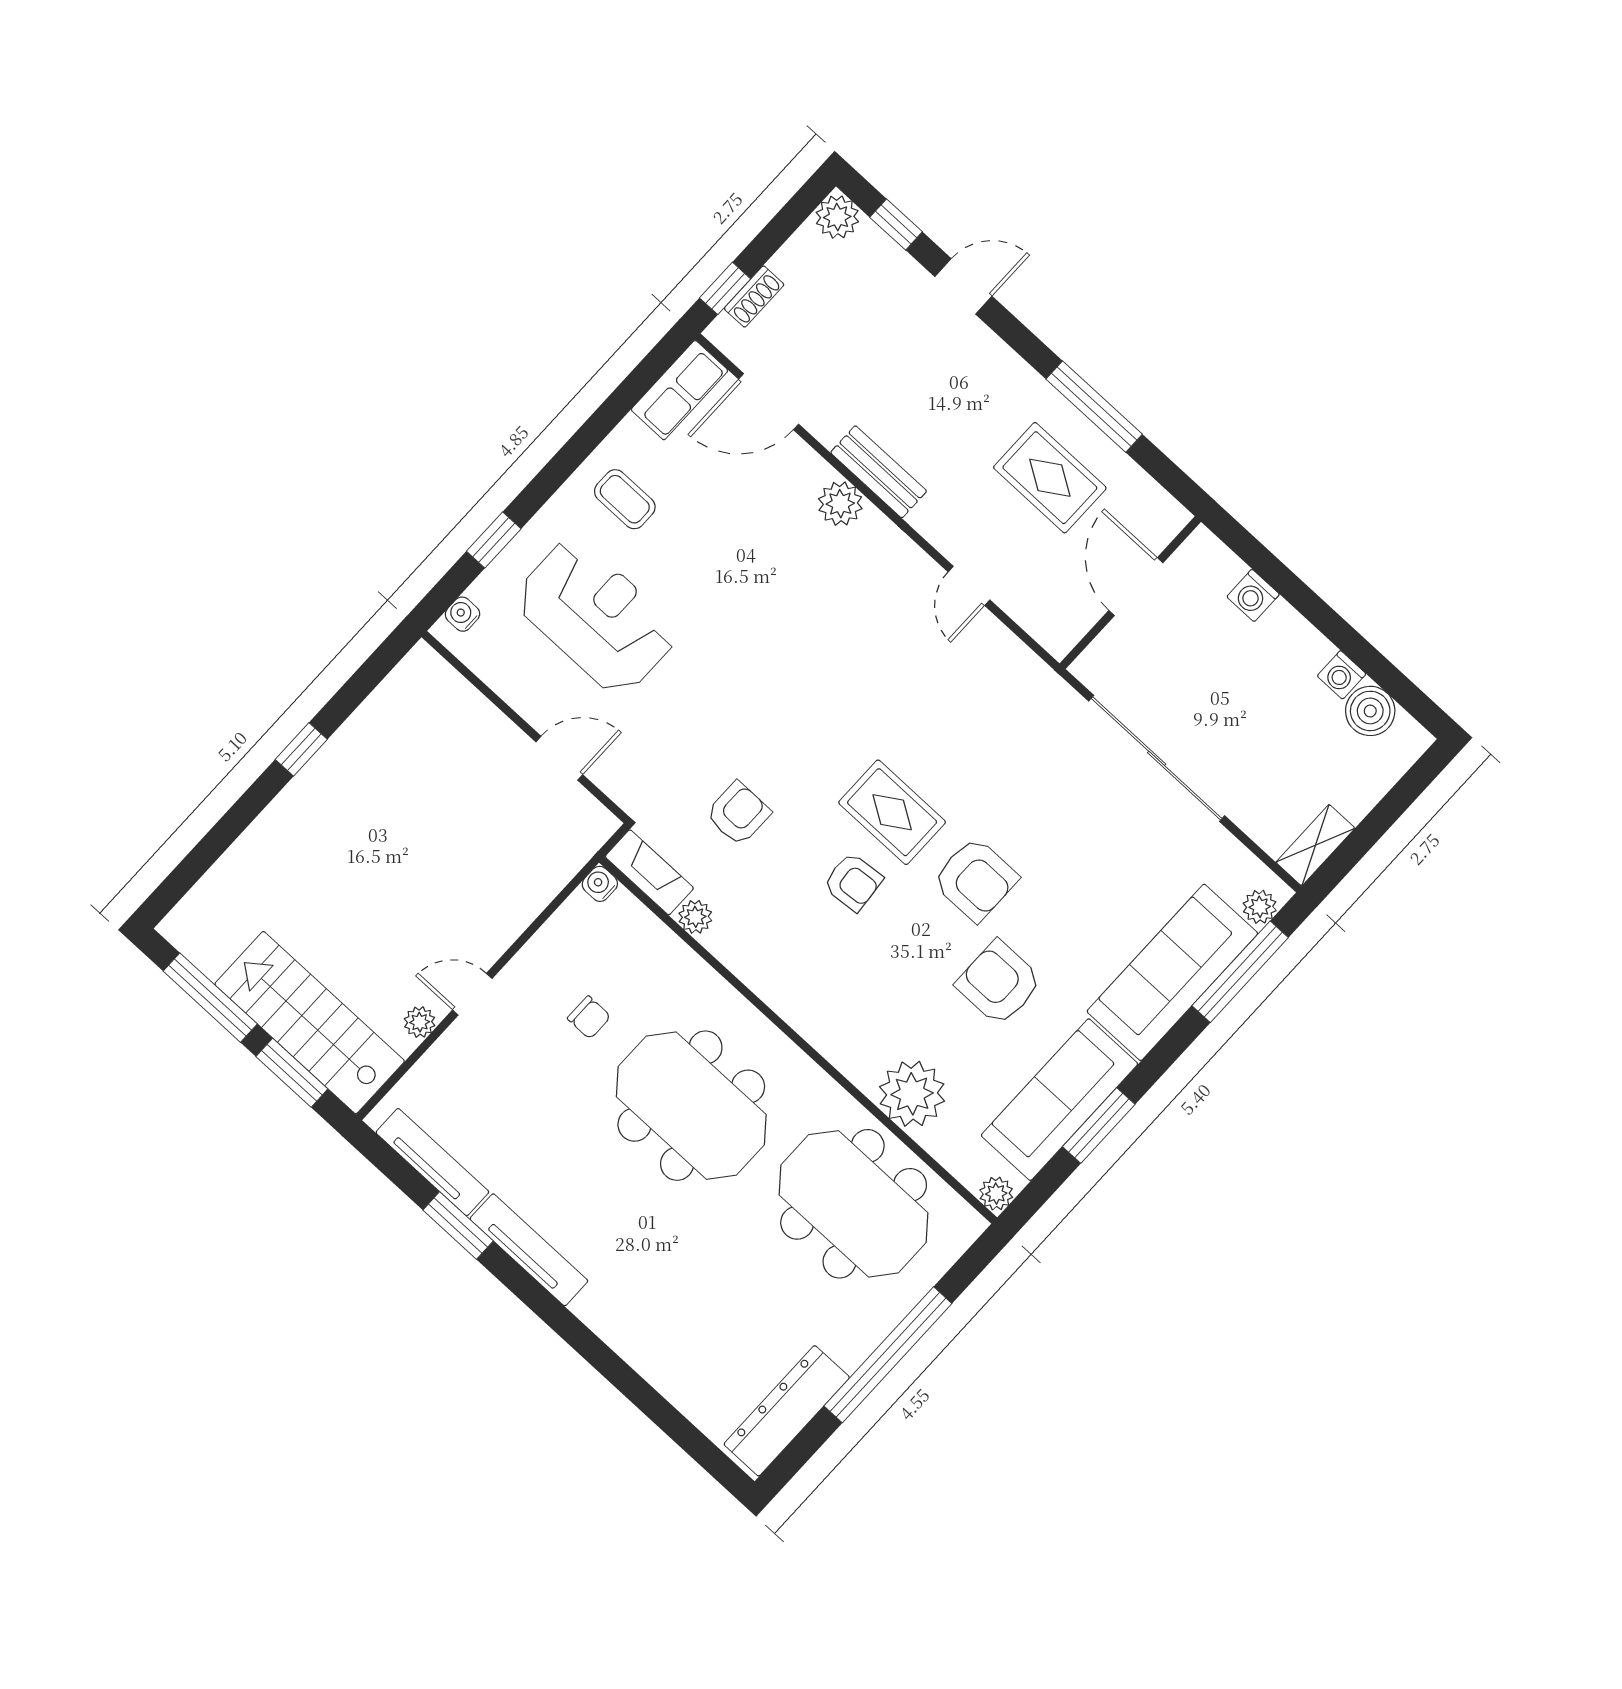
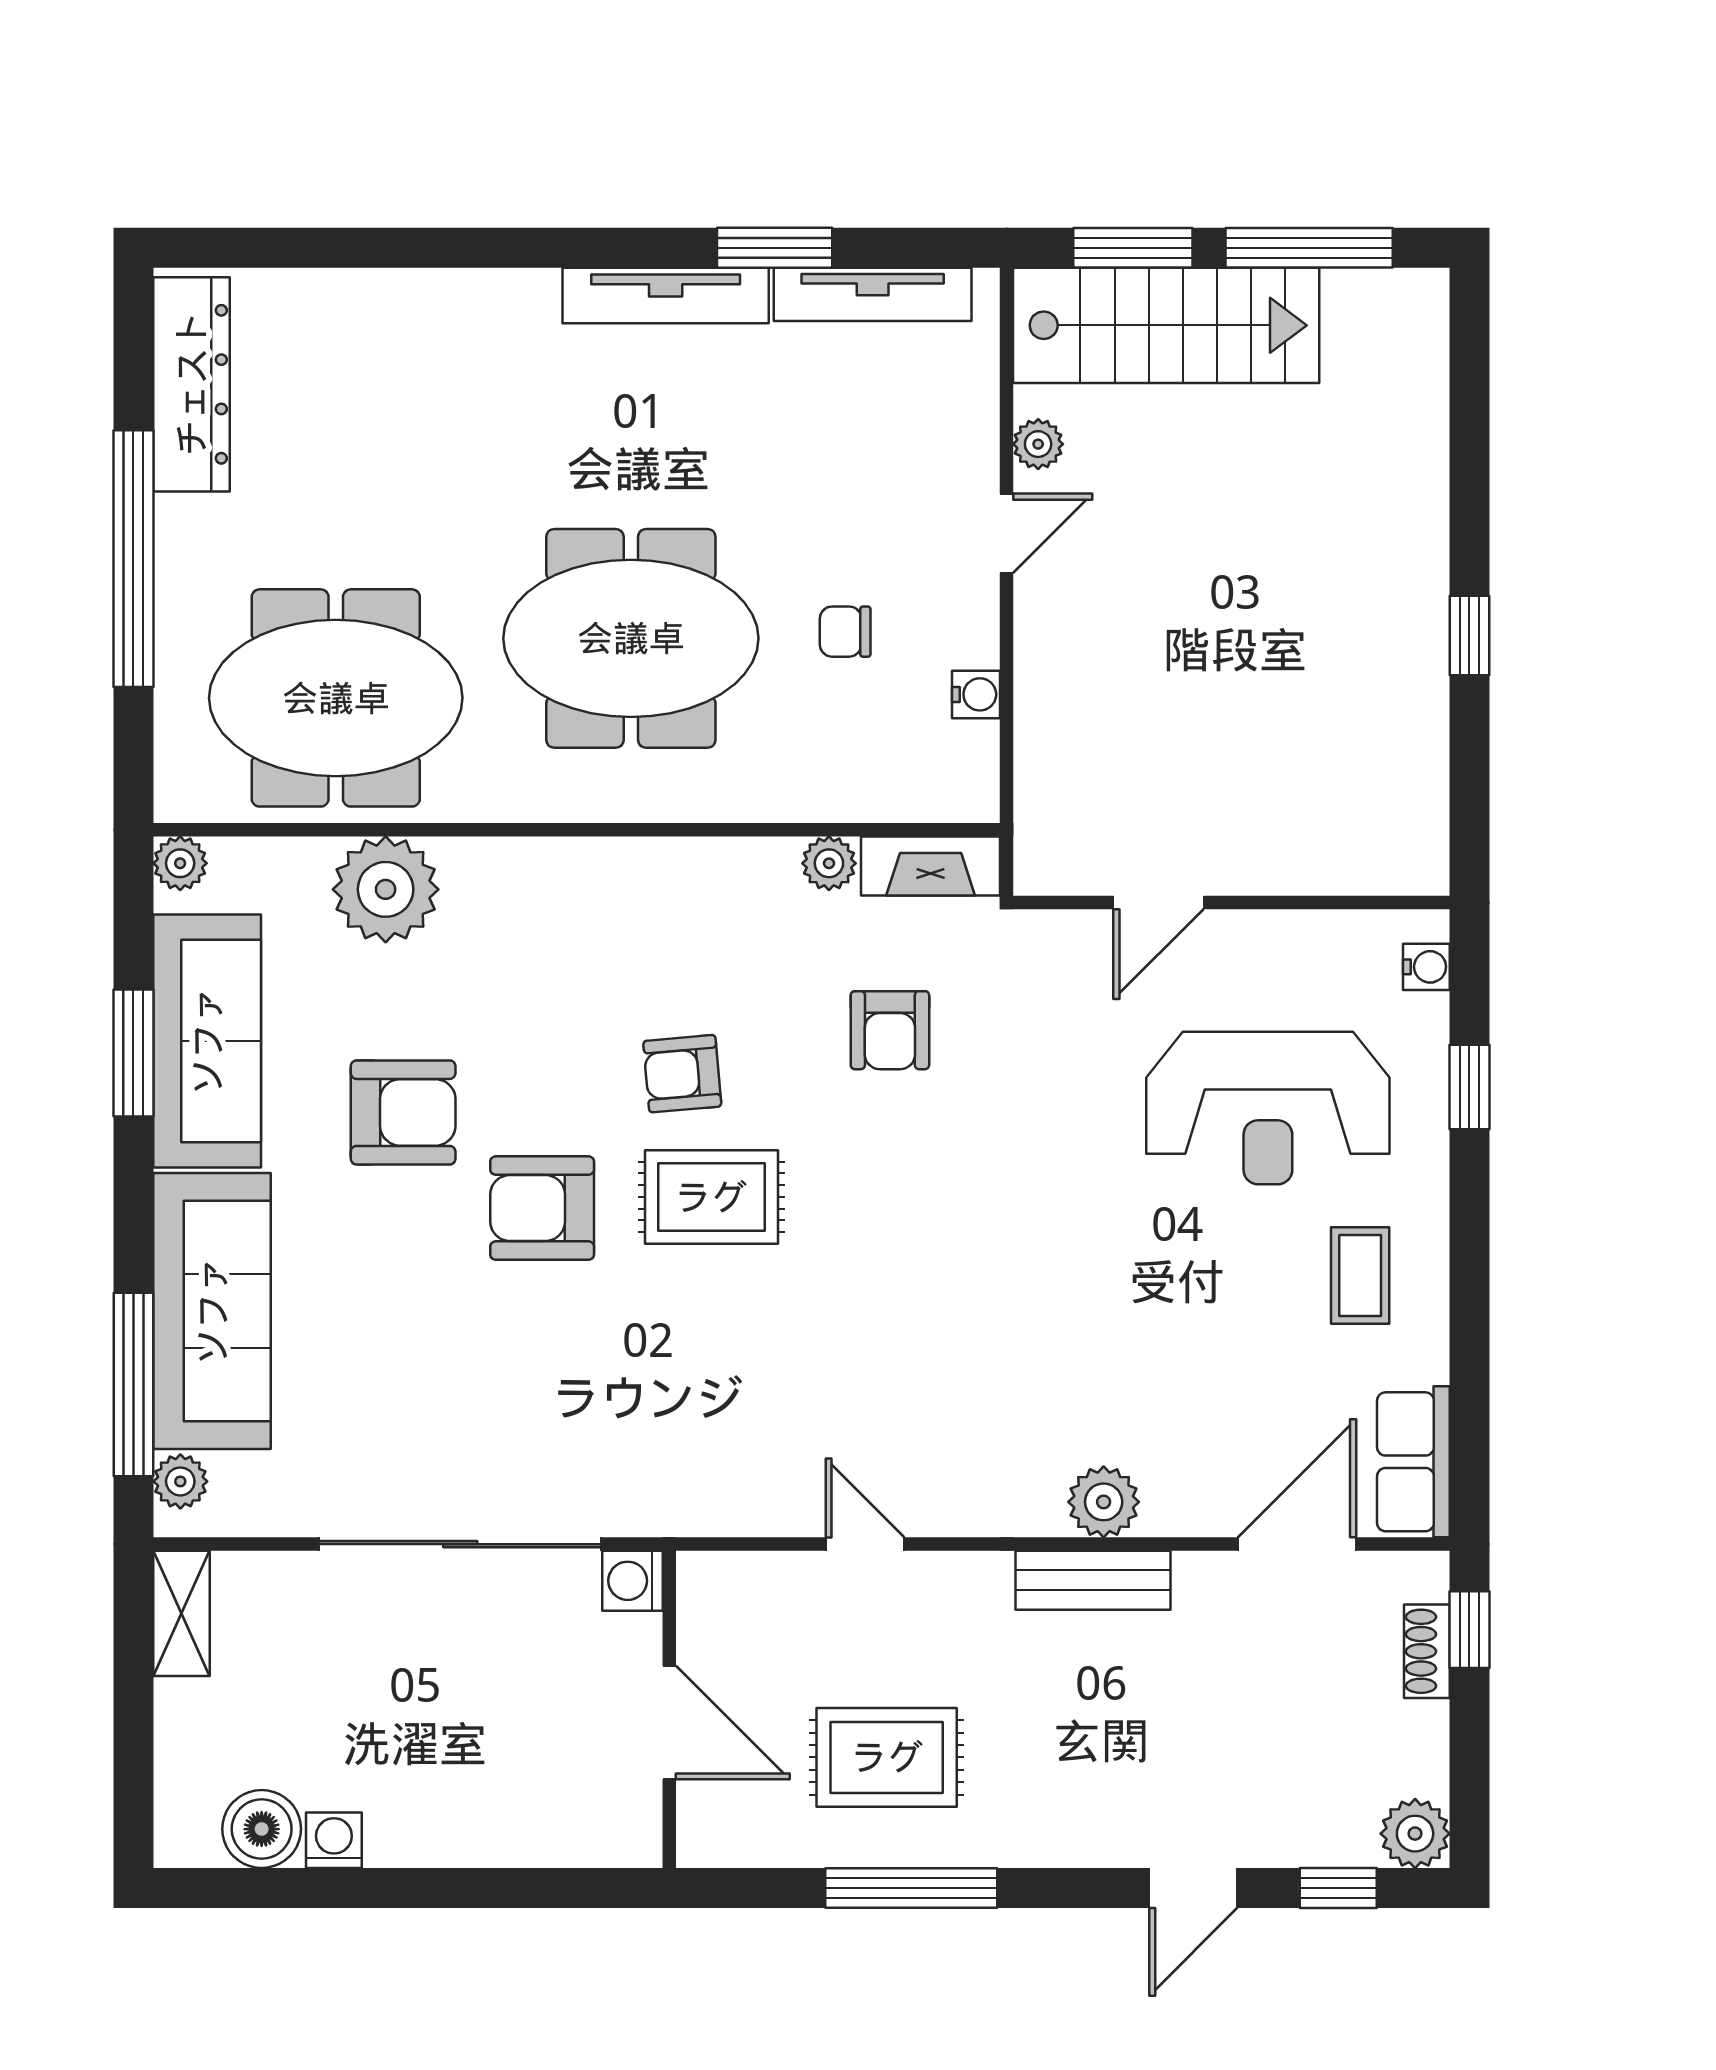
coffee table: (625, 499) -> (1360, 1276), turned 90
washing machine: (1253, 595) -> (632, 1581), moved, turned -90
water cooler: (600, 884) -> (976, 694), moved

